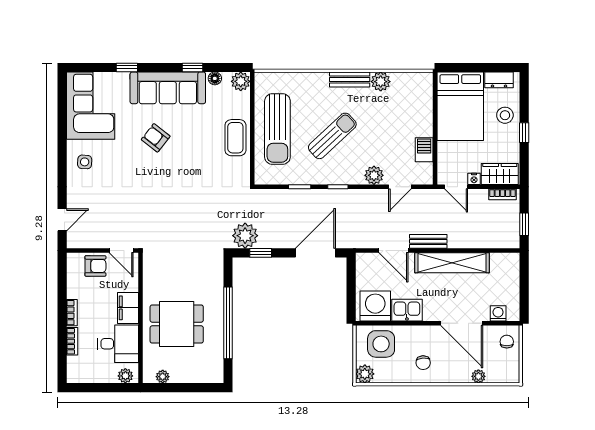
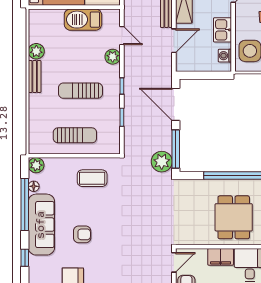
window: (192, 67) -> (25, 204), width x3.17
sun lounger: (277, 129) -> (75, 135), width x0.73, depth x0.75
sun lounger: (332, 136) -> (81, 91), turned -47
armchair: (156, 138) -> (82, 234), turned -128
coffee table: (235, 138) -> (92, 178), moved
barbecue: (424, 150) -> (83, 20), width x1.88, depth x1.53
window: (261, 253) -> (176, 149), width x2.17
washing machine: (375, 306) -> (225, 56), width x0.53, depth x0.53

